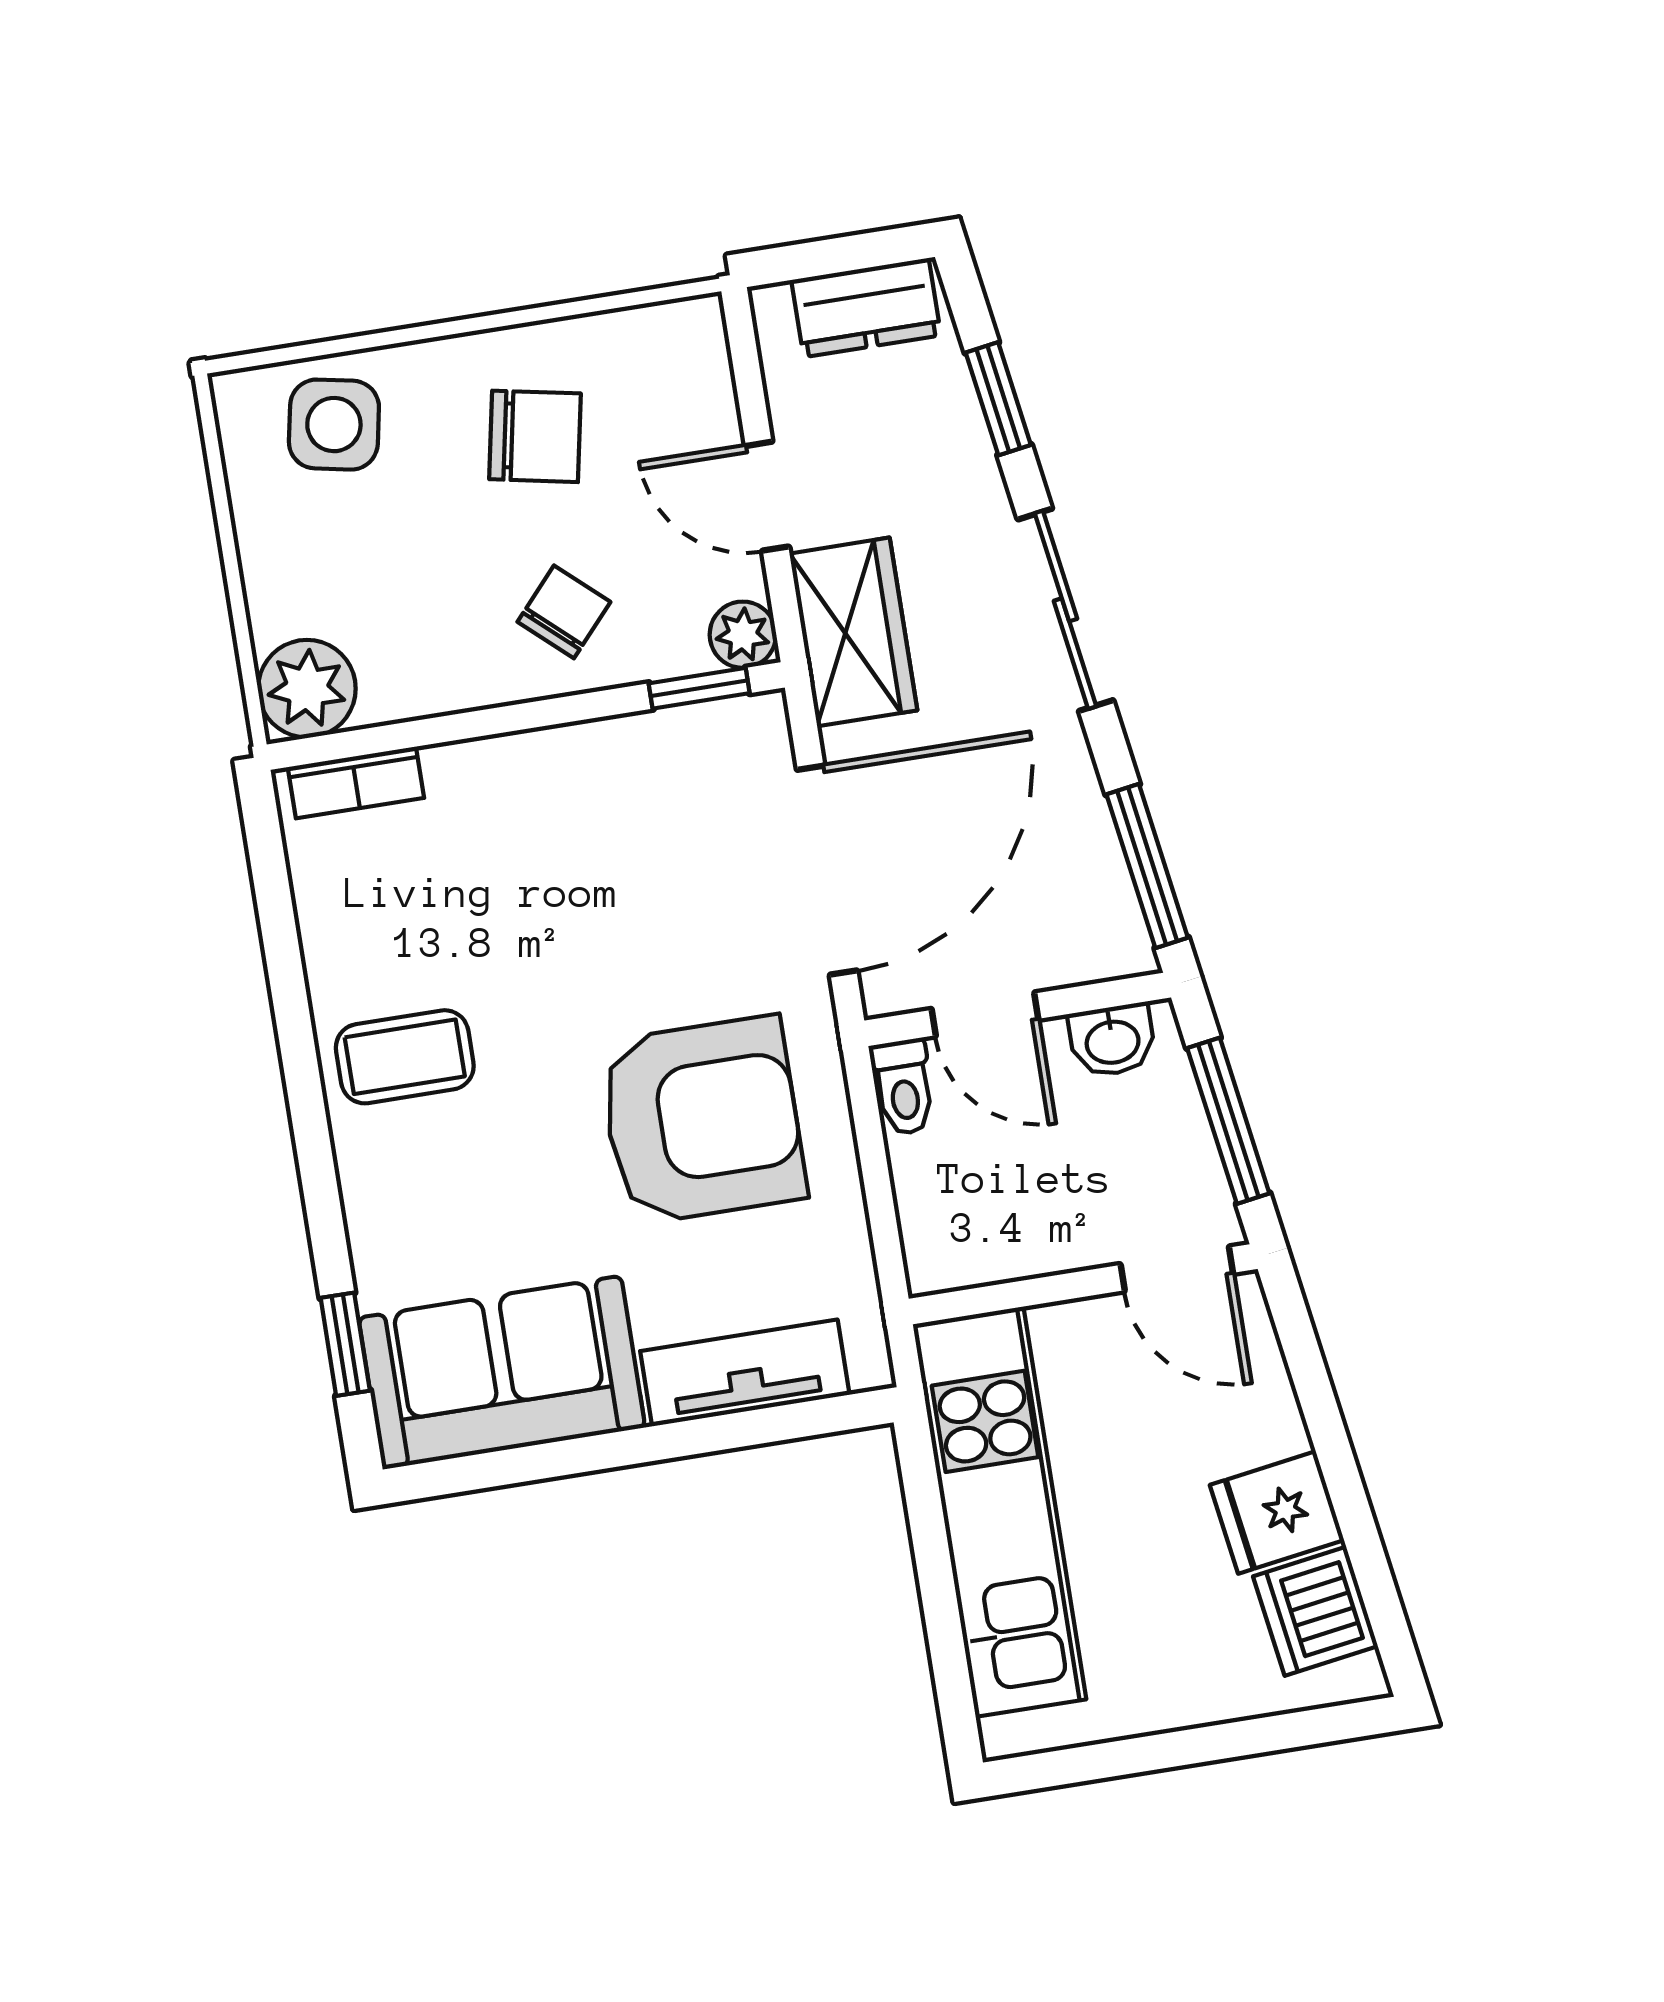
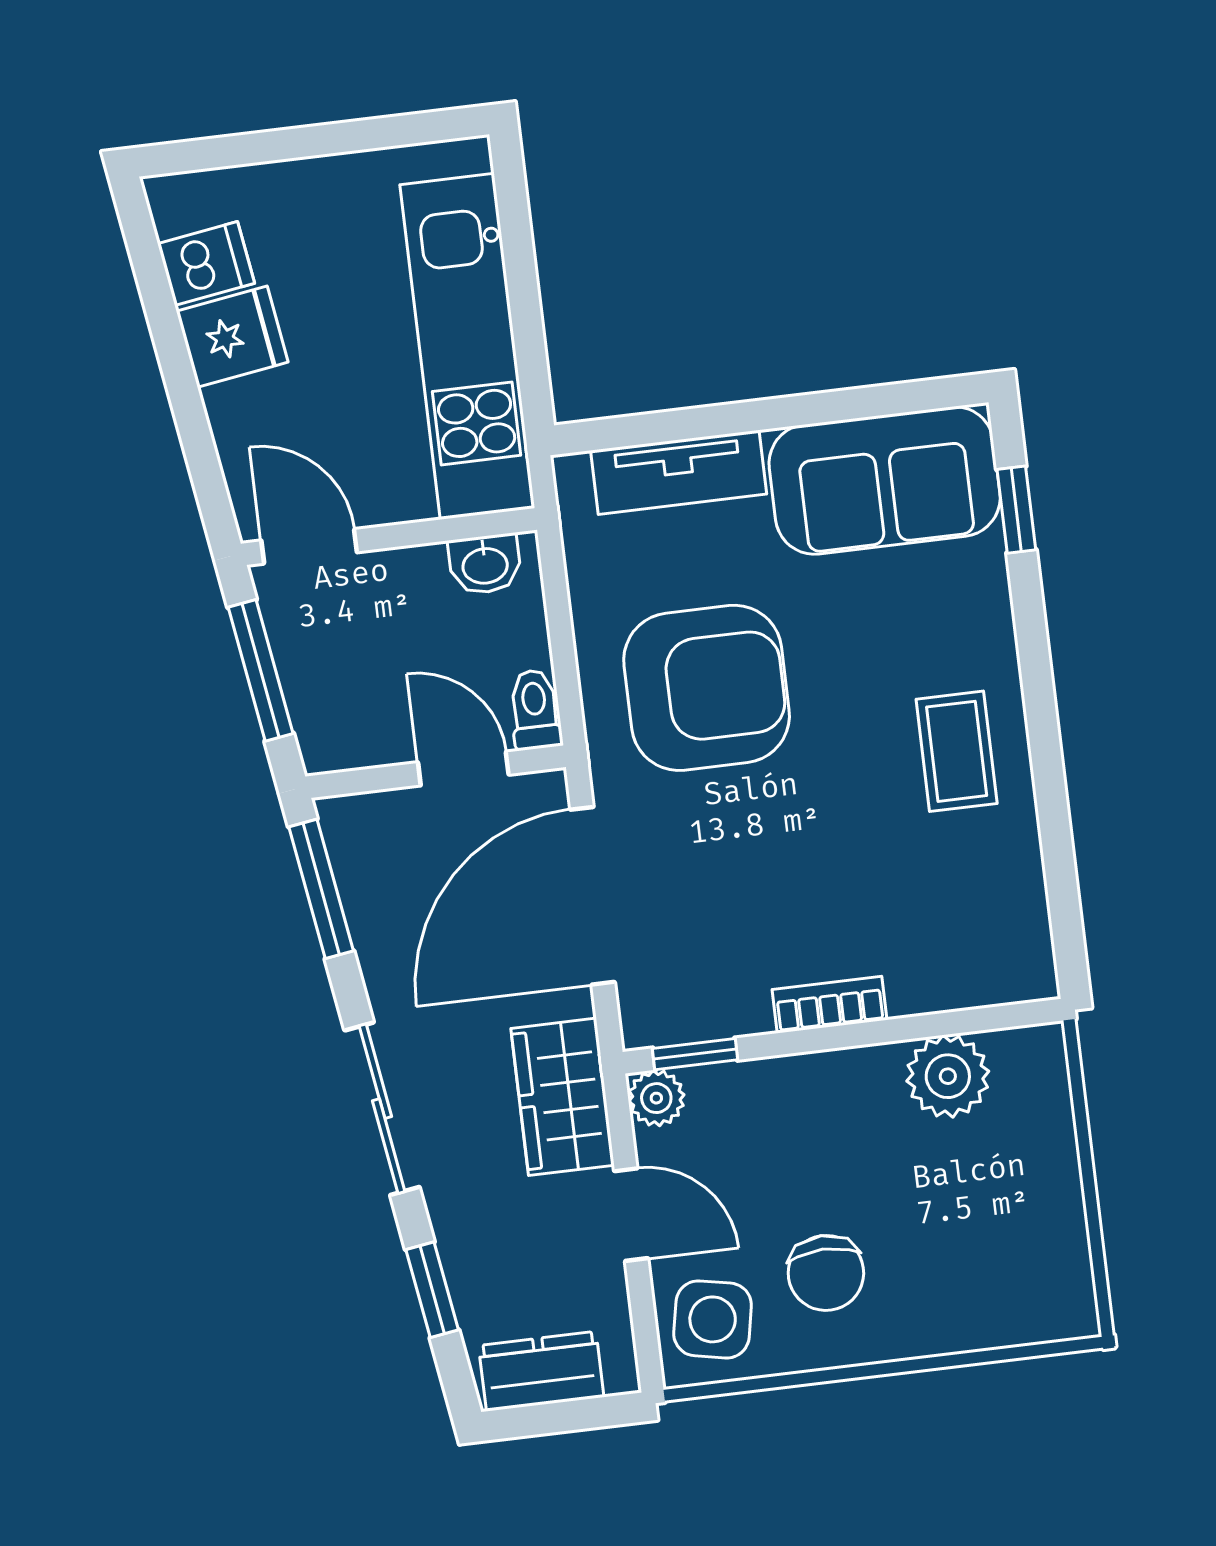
side table: (334, 425) -> (713, 1319), moved
chair: (535, 436) -> (826, 1273), turned -102
chair: (564, 612) -> (807, 1123), removed
plant: (307, 689) -> (948, 1076), moved
bookcase: (356, 783) -> (829, 1005), moved
washbasin: (1112, 1040) -> (485, 564), moved, turned 180
coffee table: (405, 1057) -> (957, 751), turned 90
armchair: (702, 1120) -> (707, 688), turned 180
dishwasher: (1315, 1611) -> (206, 263), width x0.73

